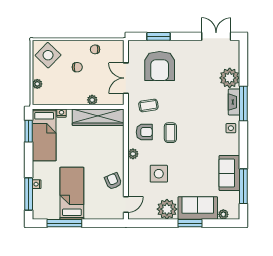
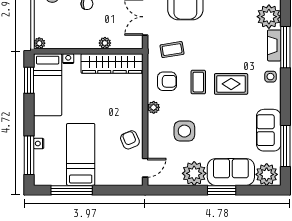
plant: (37, 84) -> (39, 43), moved
rug: (198, 134) -> (231, 84), added
plant: (223, 214) -> (267, 174), width x1.88, depth x1.88

